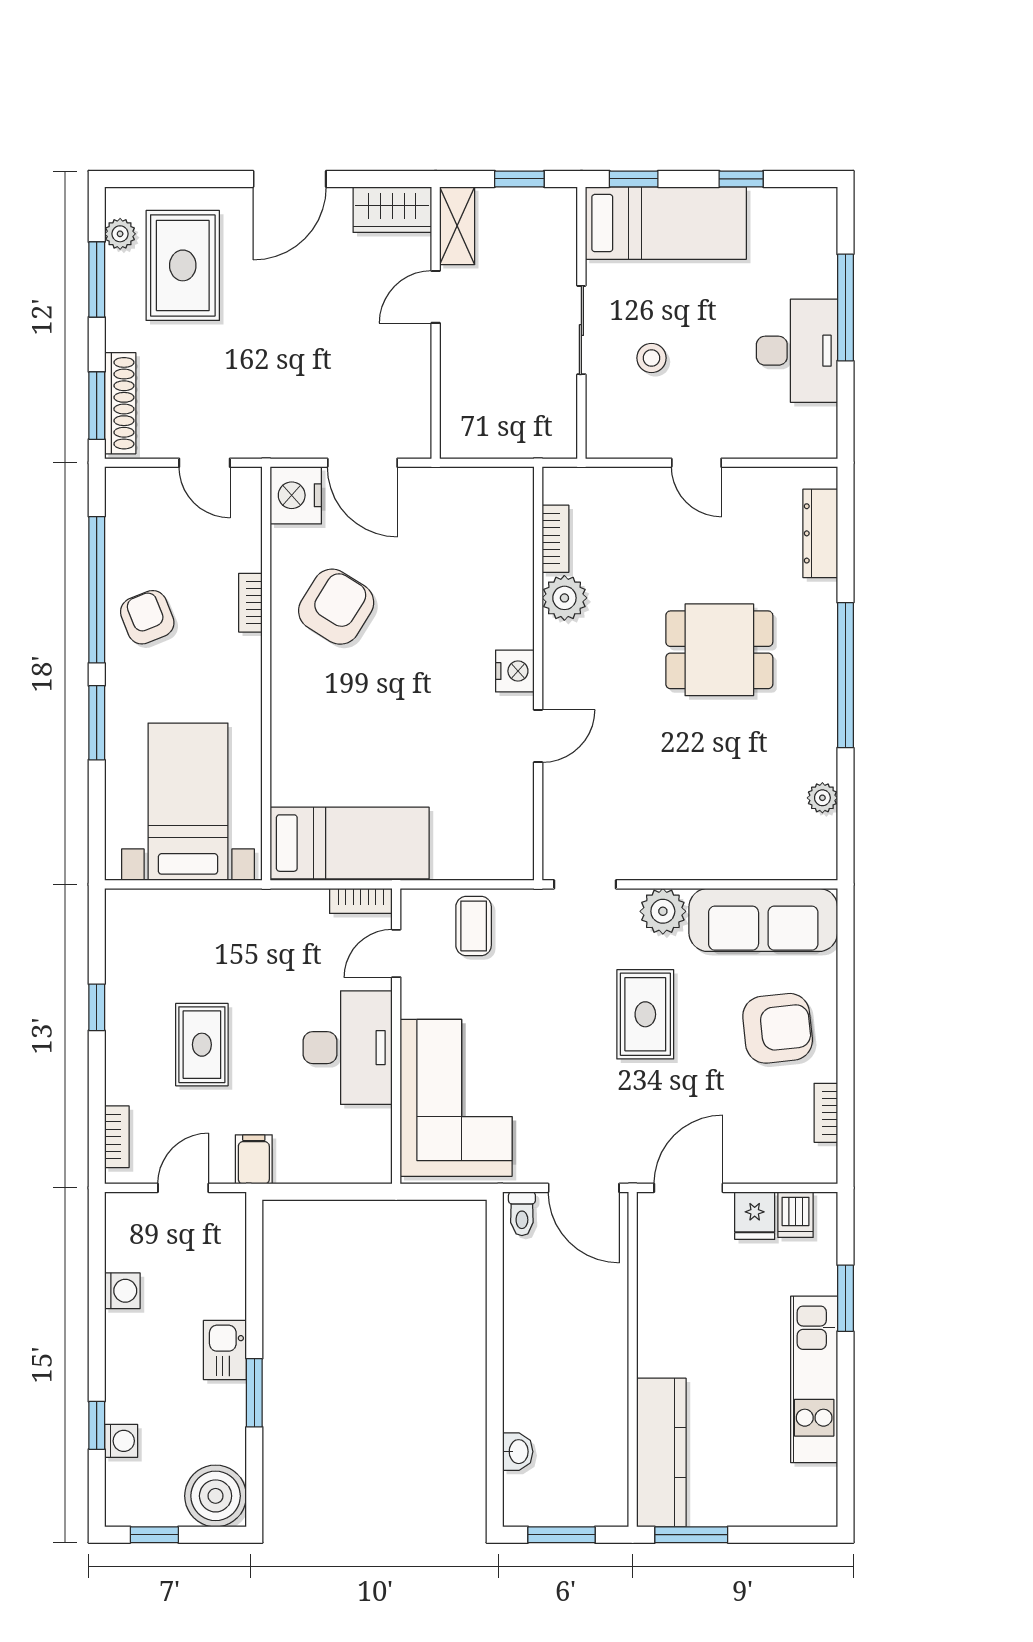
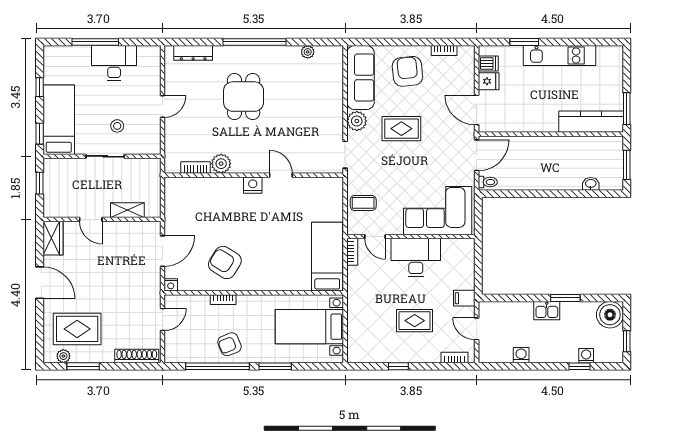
shelving: (457, 226) -> (127, 210), moved
window: (97, 406) -> (138, 366), removed
nightstand: (296, 495) -> (171, 285), width x0.53, depth x0.56

